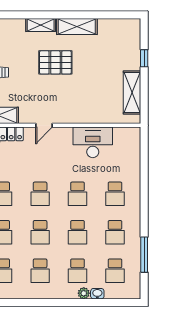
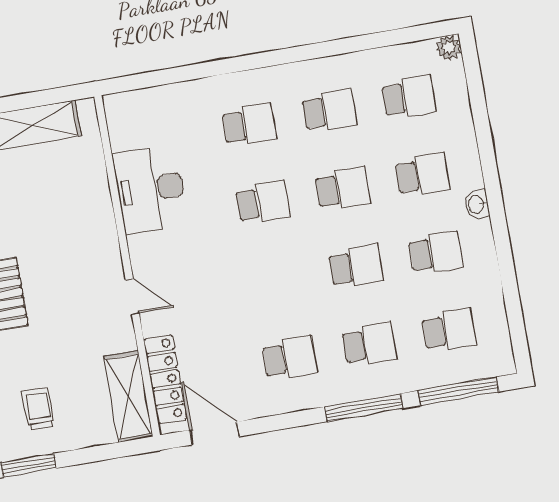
school desk: (40, 194) -> (276, 280), removed
window: (144, 255) -> (365, 42), removed
plant: (84, 293) -> (449, 48), moved
washbasin: (97, 294) -> (477, 204), moved

